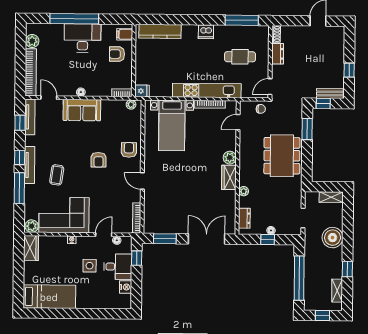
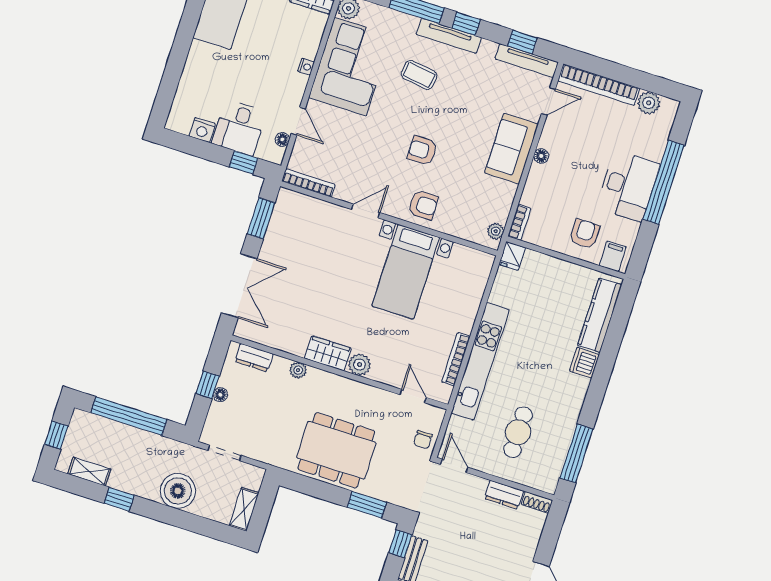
dishwasher: (206, 32) -> (584, 363), moved
bed with nightstands: (172, 125) -> (406, 272), moved, turned -90
side table: (90, 266) -> (255, 82), removed

